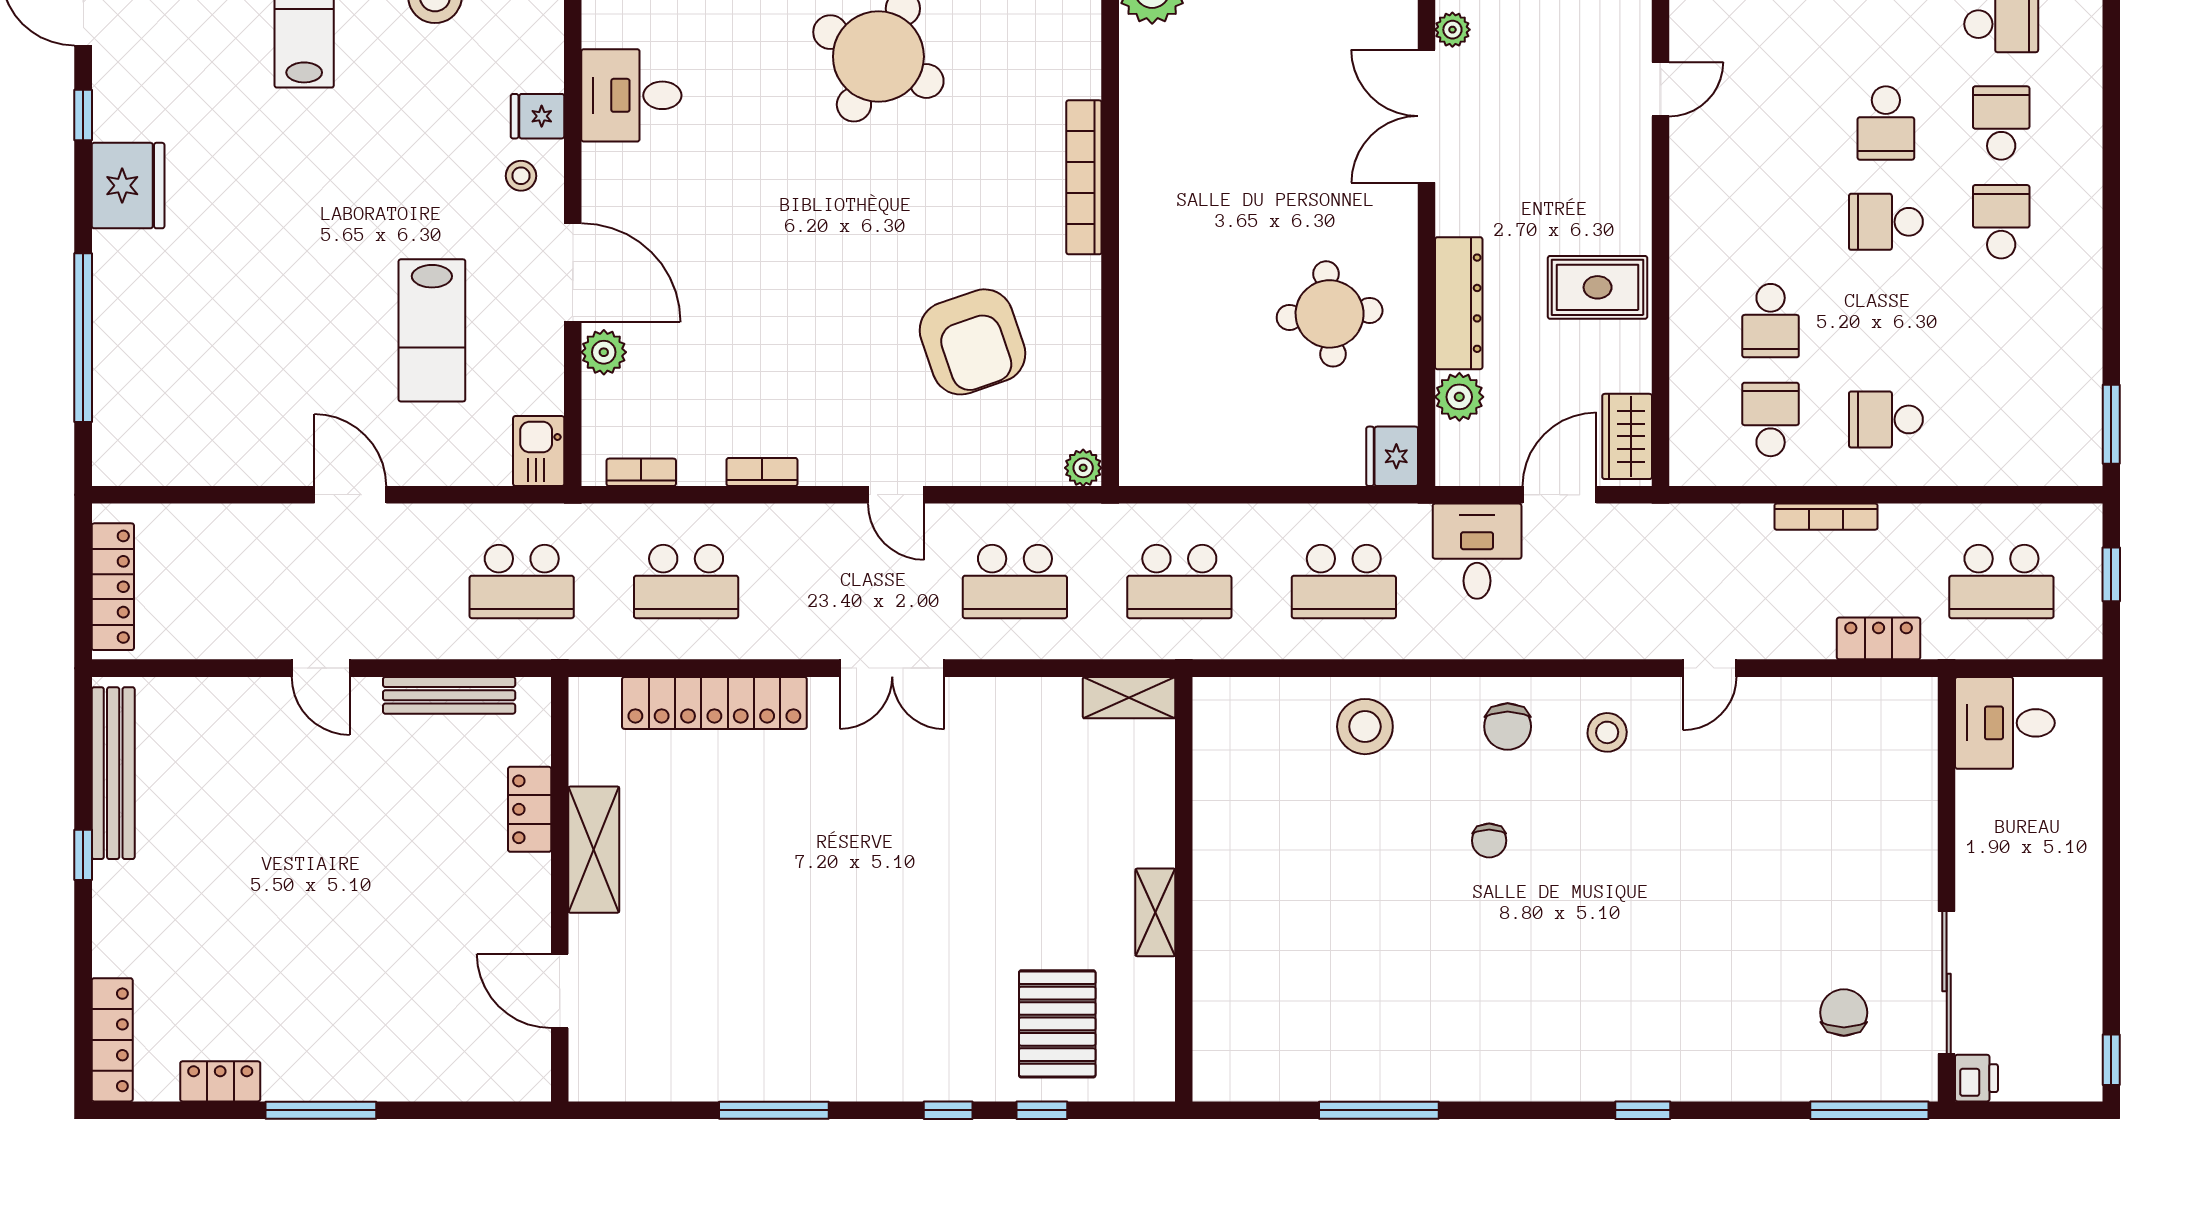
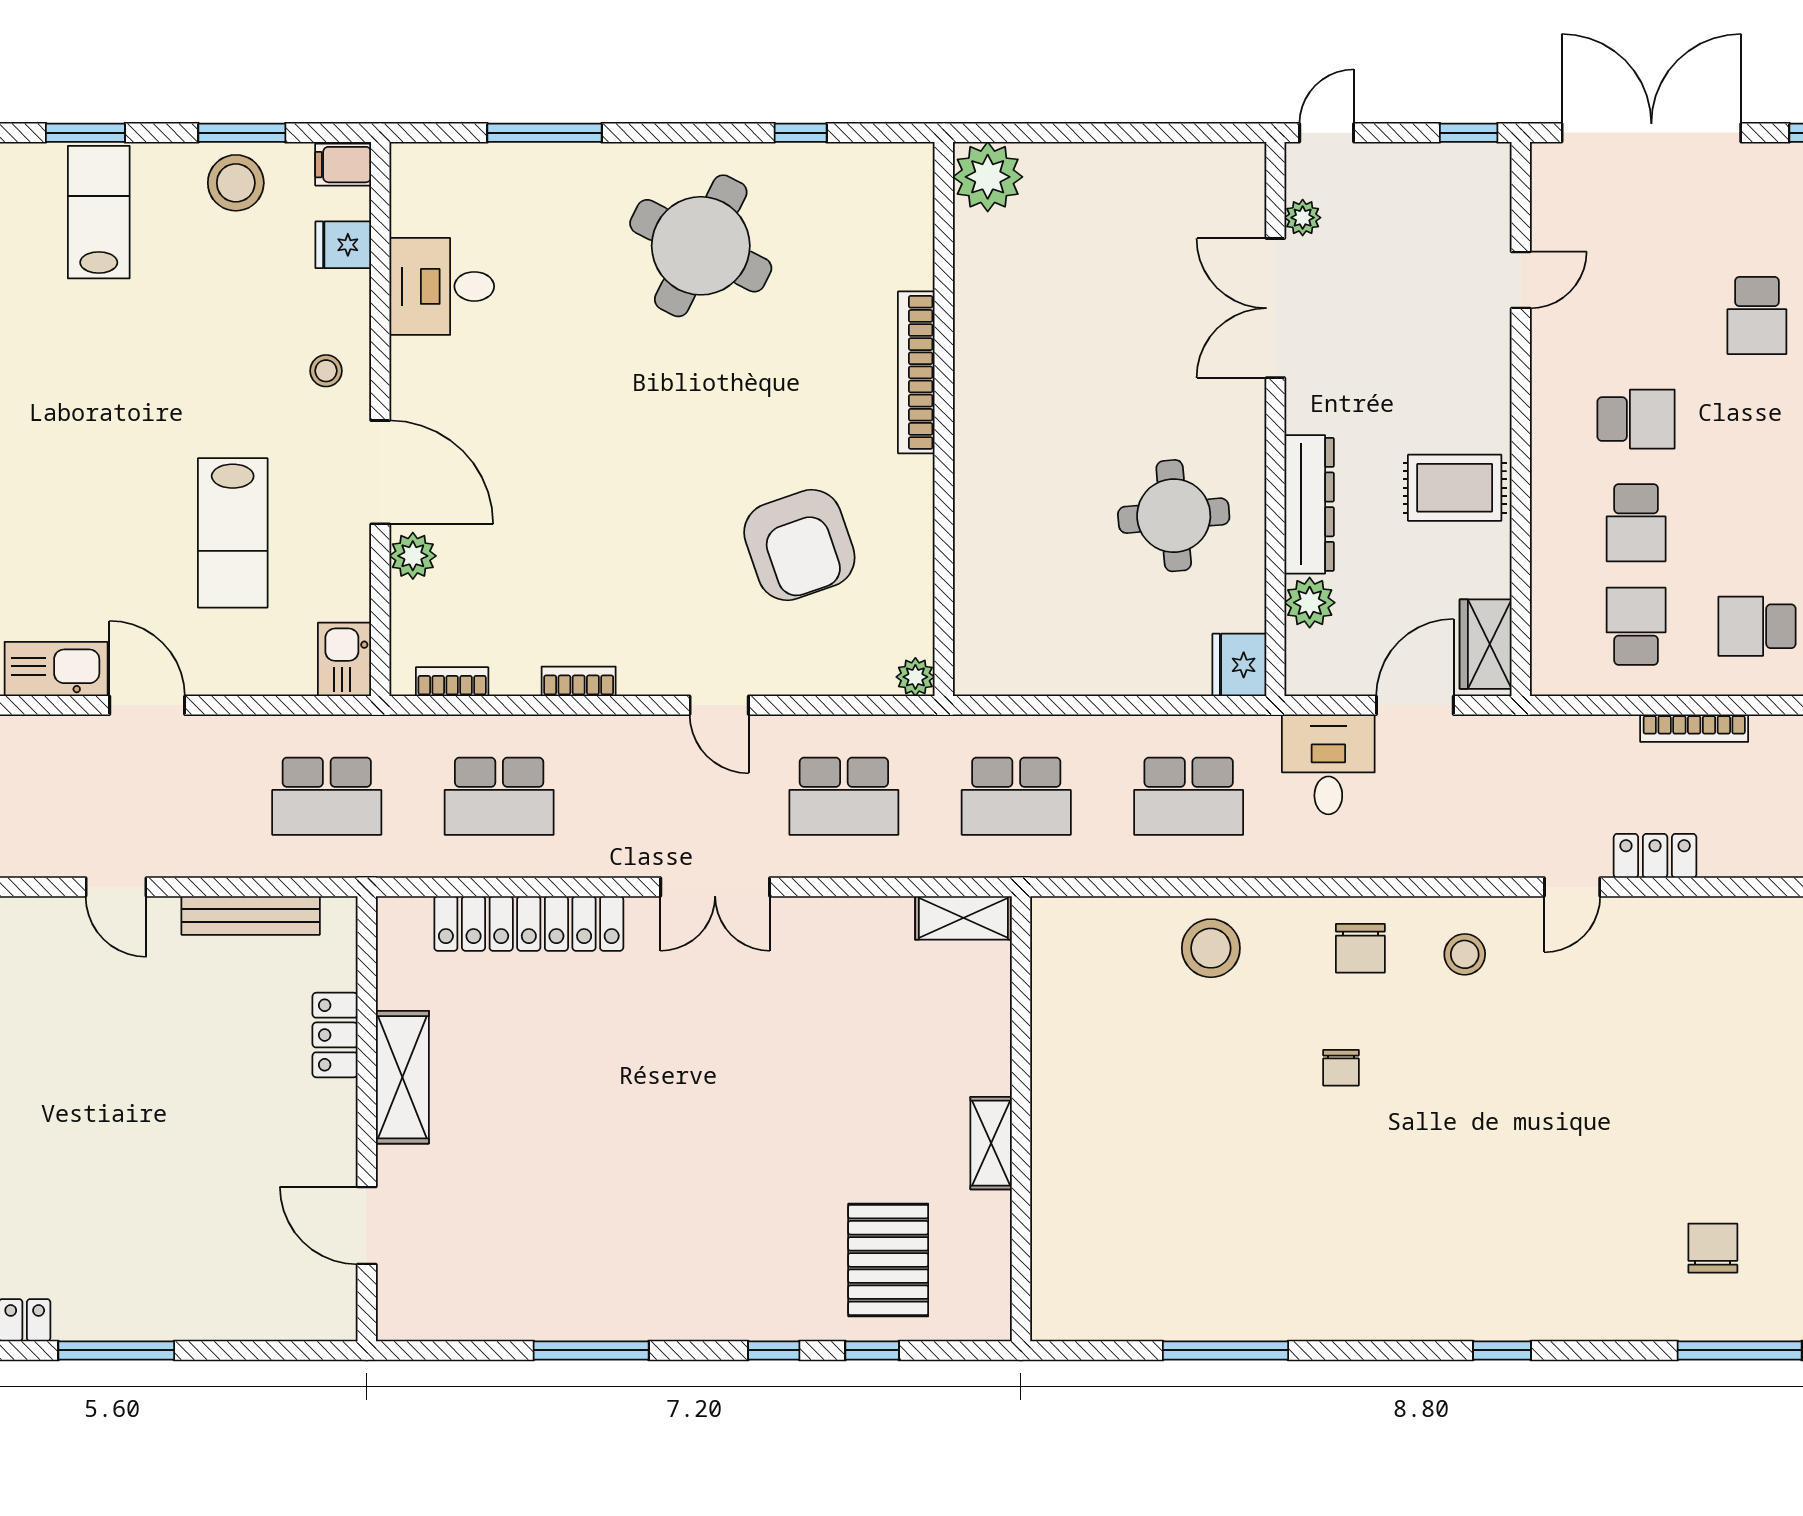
fridge: (537, 116) -> (343, 245), moved
school desk: (1886, 222) -> (1636, 419), moved, turned 180
kitchen sink: (264, 460) -> (56, 669), added
locker: (1879, 638) -> (1655, 856), moved

